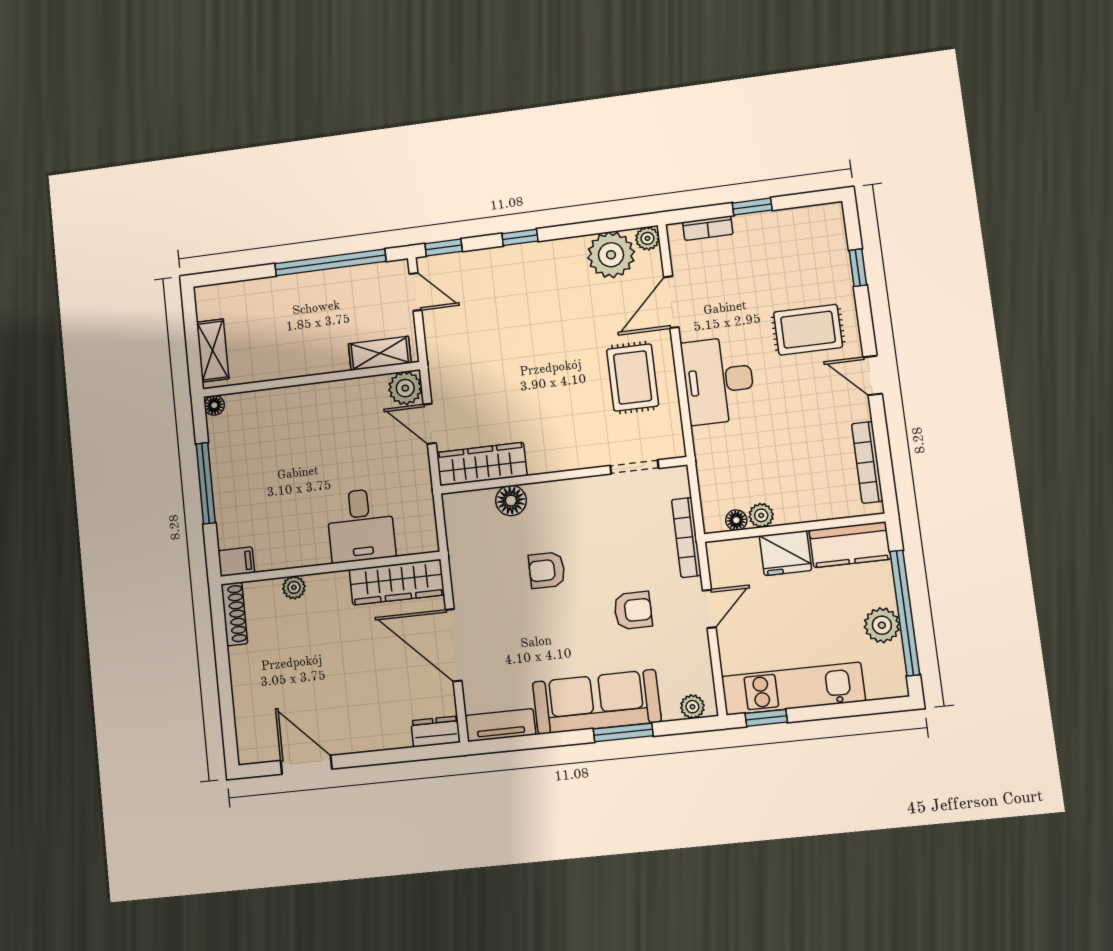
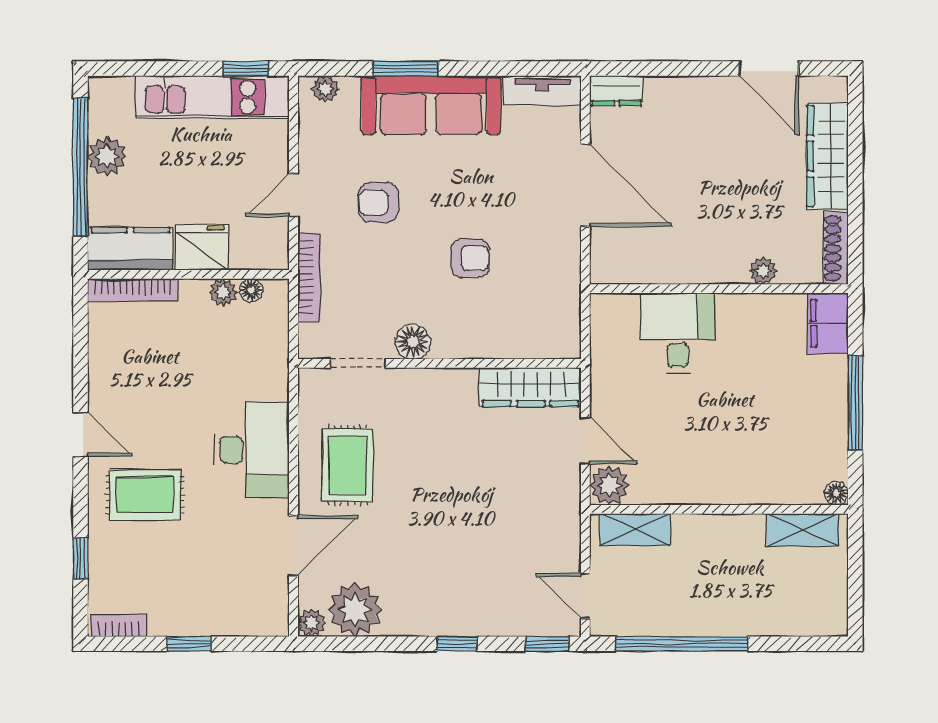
bookcase: (708, 228) -> (119, 626), moved
shelving: (213, 350) -> (802, 530), moved, turned 90
bookcase: (867, 462) -> (133, 290), moved, turned 90
floor lamp: (511, 501) -> (413, 342), moved
filing cabinet: (236, 562) -> (828, 323), width x2.00
wardrobe: (397, 582) -> (828, 156), moved, turned -90

